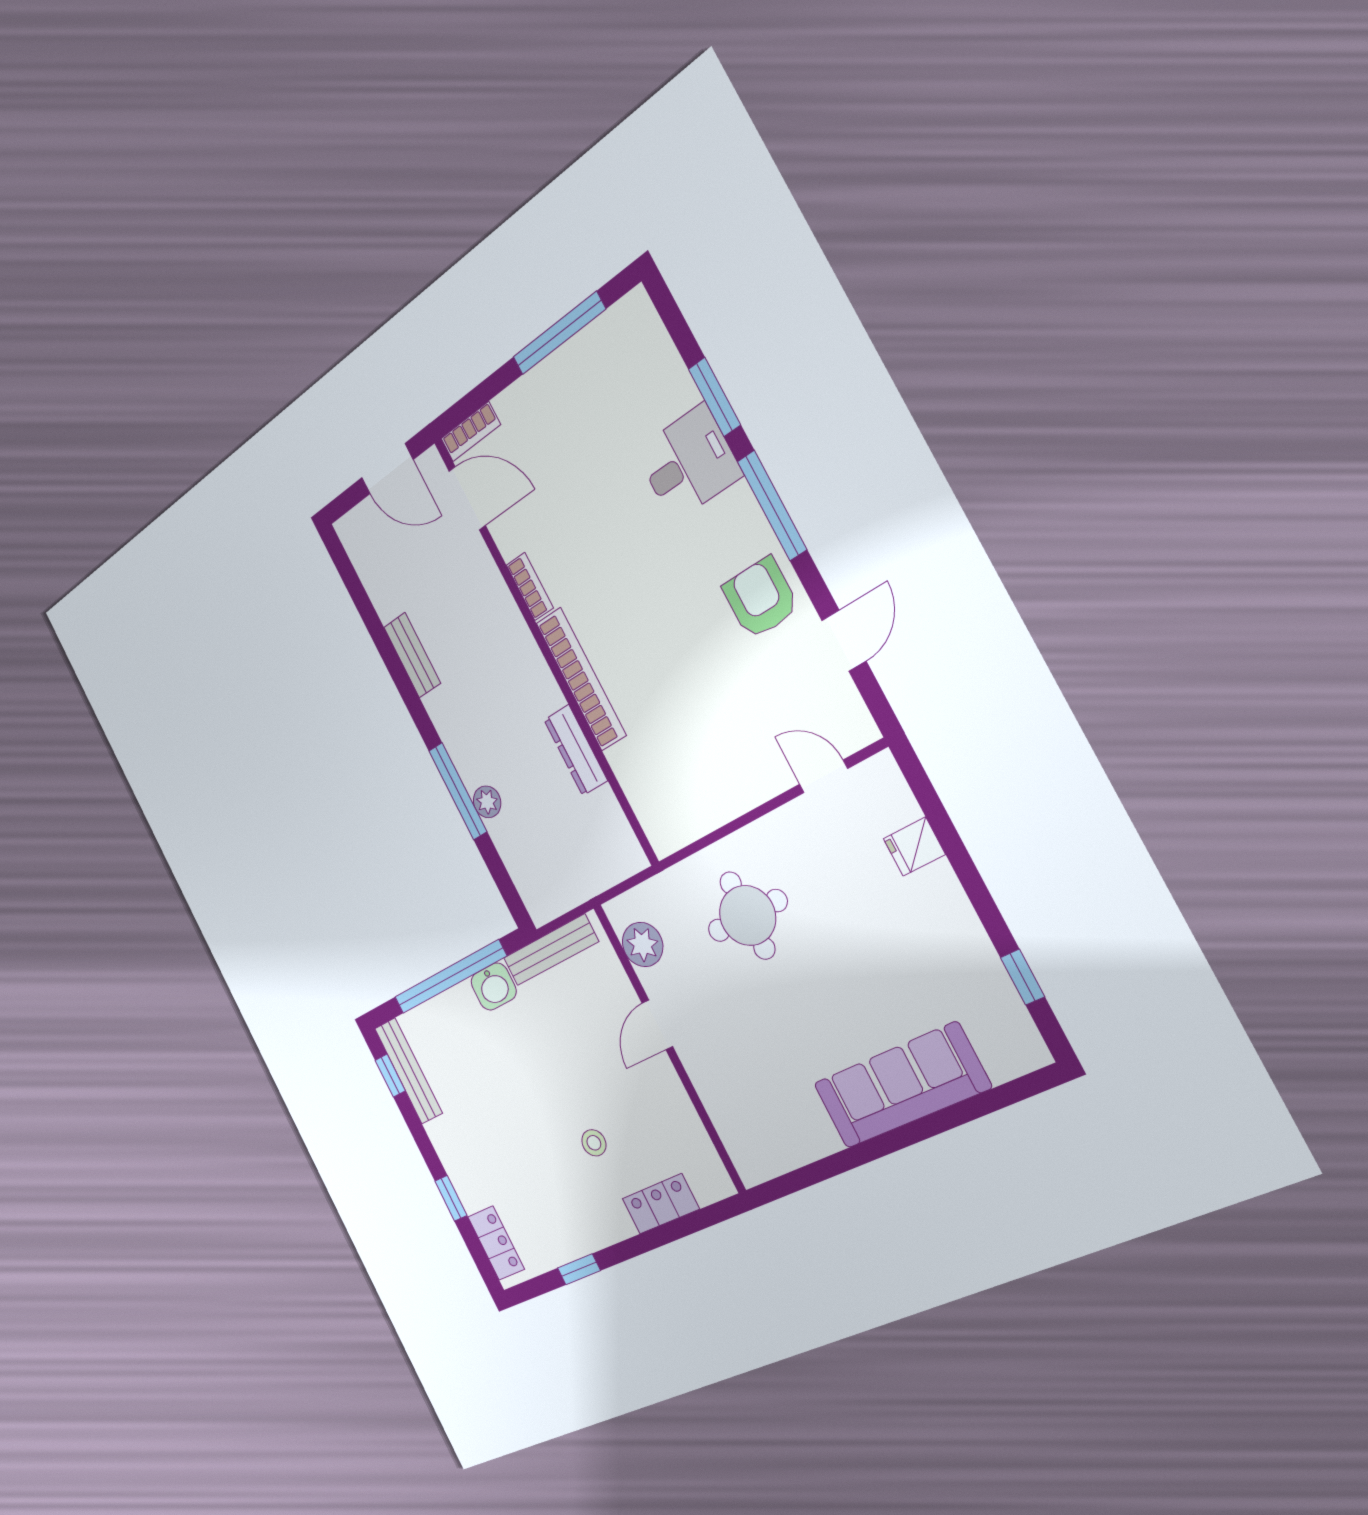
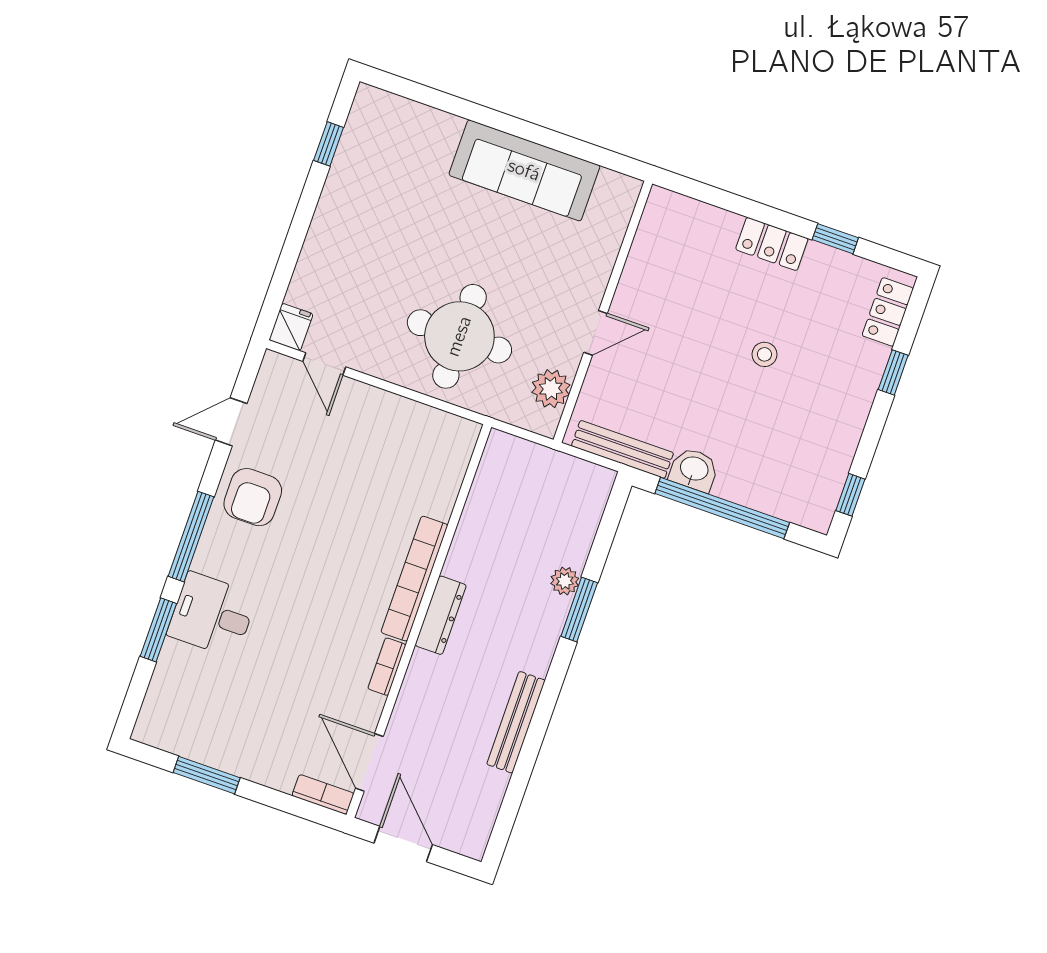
window: (559, 333) -> (207, 775), width x0.69
bench: (412, 655) -> (516, 722), width x1.36
dresser: (576, 750) -> (441, 615), moved
window: (458, 791) -> (579, 610), width x0.69
fridge: (914, 847) -> (291, 327), moved, turned -90
round table: (748, 916) -> (459, 336), width x1.36, depth x1.36
bench: (408, 1071) -> (830, 483), removed
sofa: (901, 1086) -> (524, 170), moved
stool: (594, 1143) -> (764, 354), moved
locker: (661, 1204) -> (772, 244), moved

